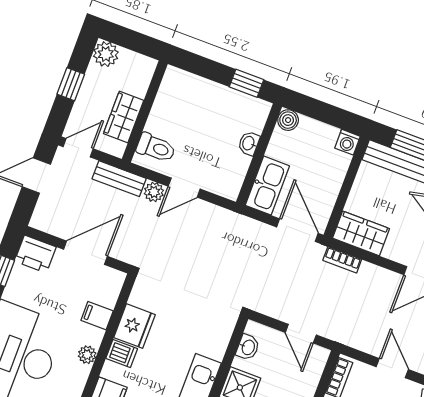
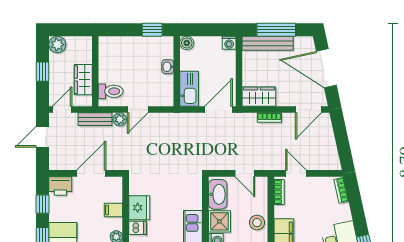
door: (297, 230) -> (218, 110), hinge flipped
bookcase: (342, 260) -> (269, 118), moved
washbasin: (248, 347) -> (218, 194), width x1.91, depth x1.45
door: (392, 368) -> (296, 173), moved

